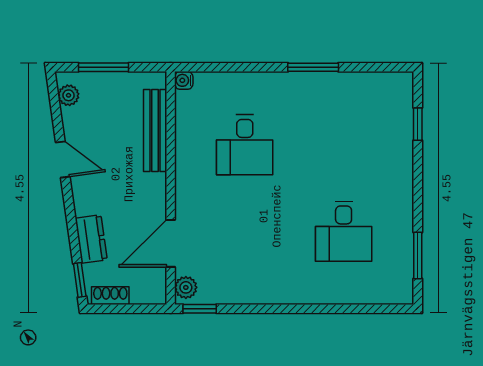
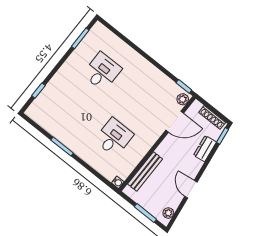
shoe rack: (110, 296) -> (212, 117), width x1.43

